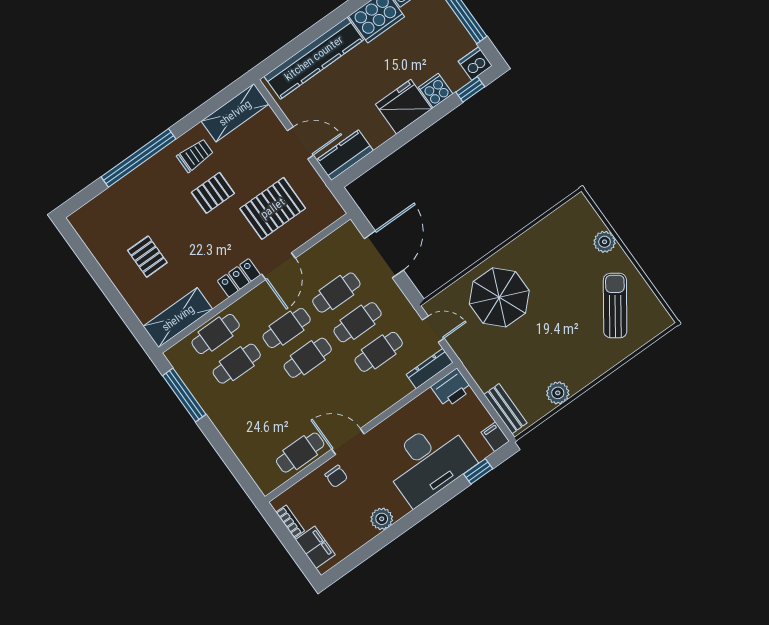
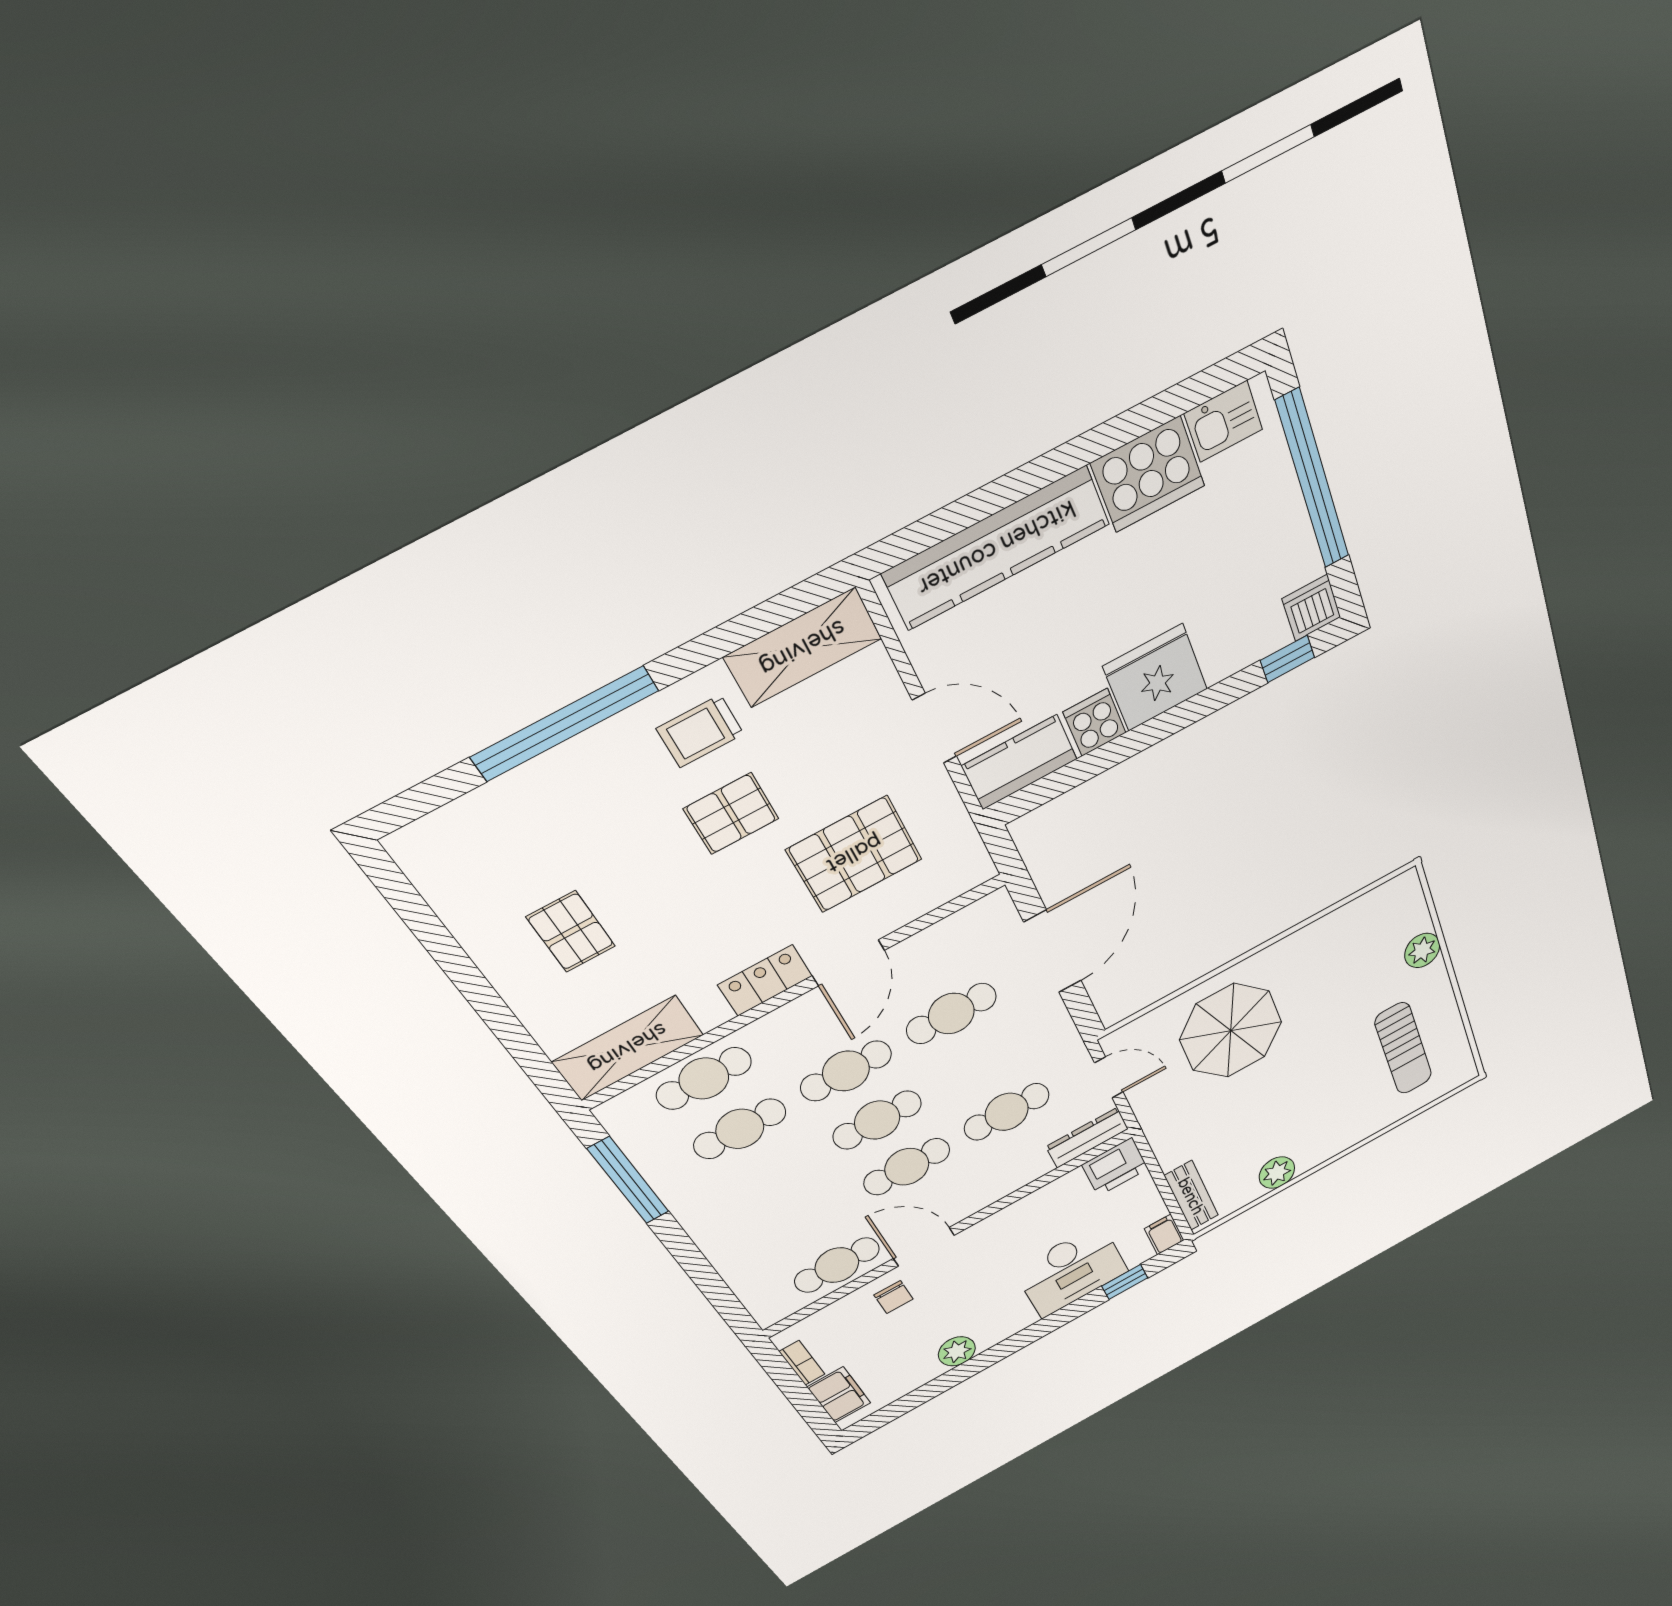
cooker: (436, 91) -> (1095, 722), moved
trolley: (195, 155) -> (700, 731), turned 180
sun lounger: (615, 306) -> (1403, 1048), turned 145
cafe table: (358, 322) -> (907, 1167), moved
desk: (429, 462) -> (1071, 1271), width x0.73, depth x0.77

